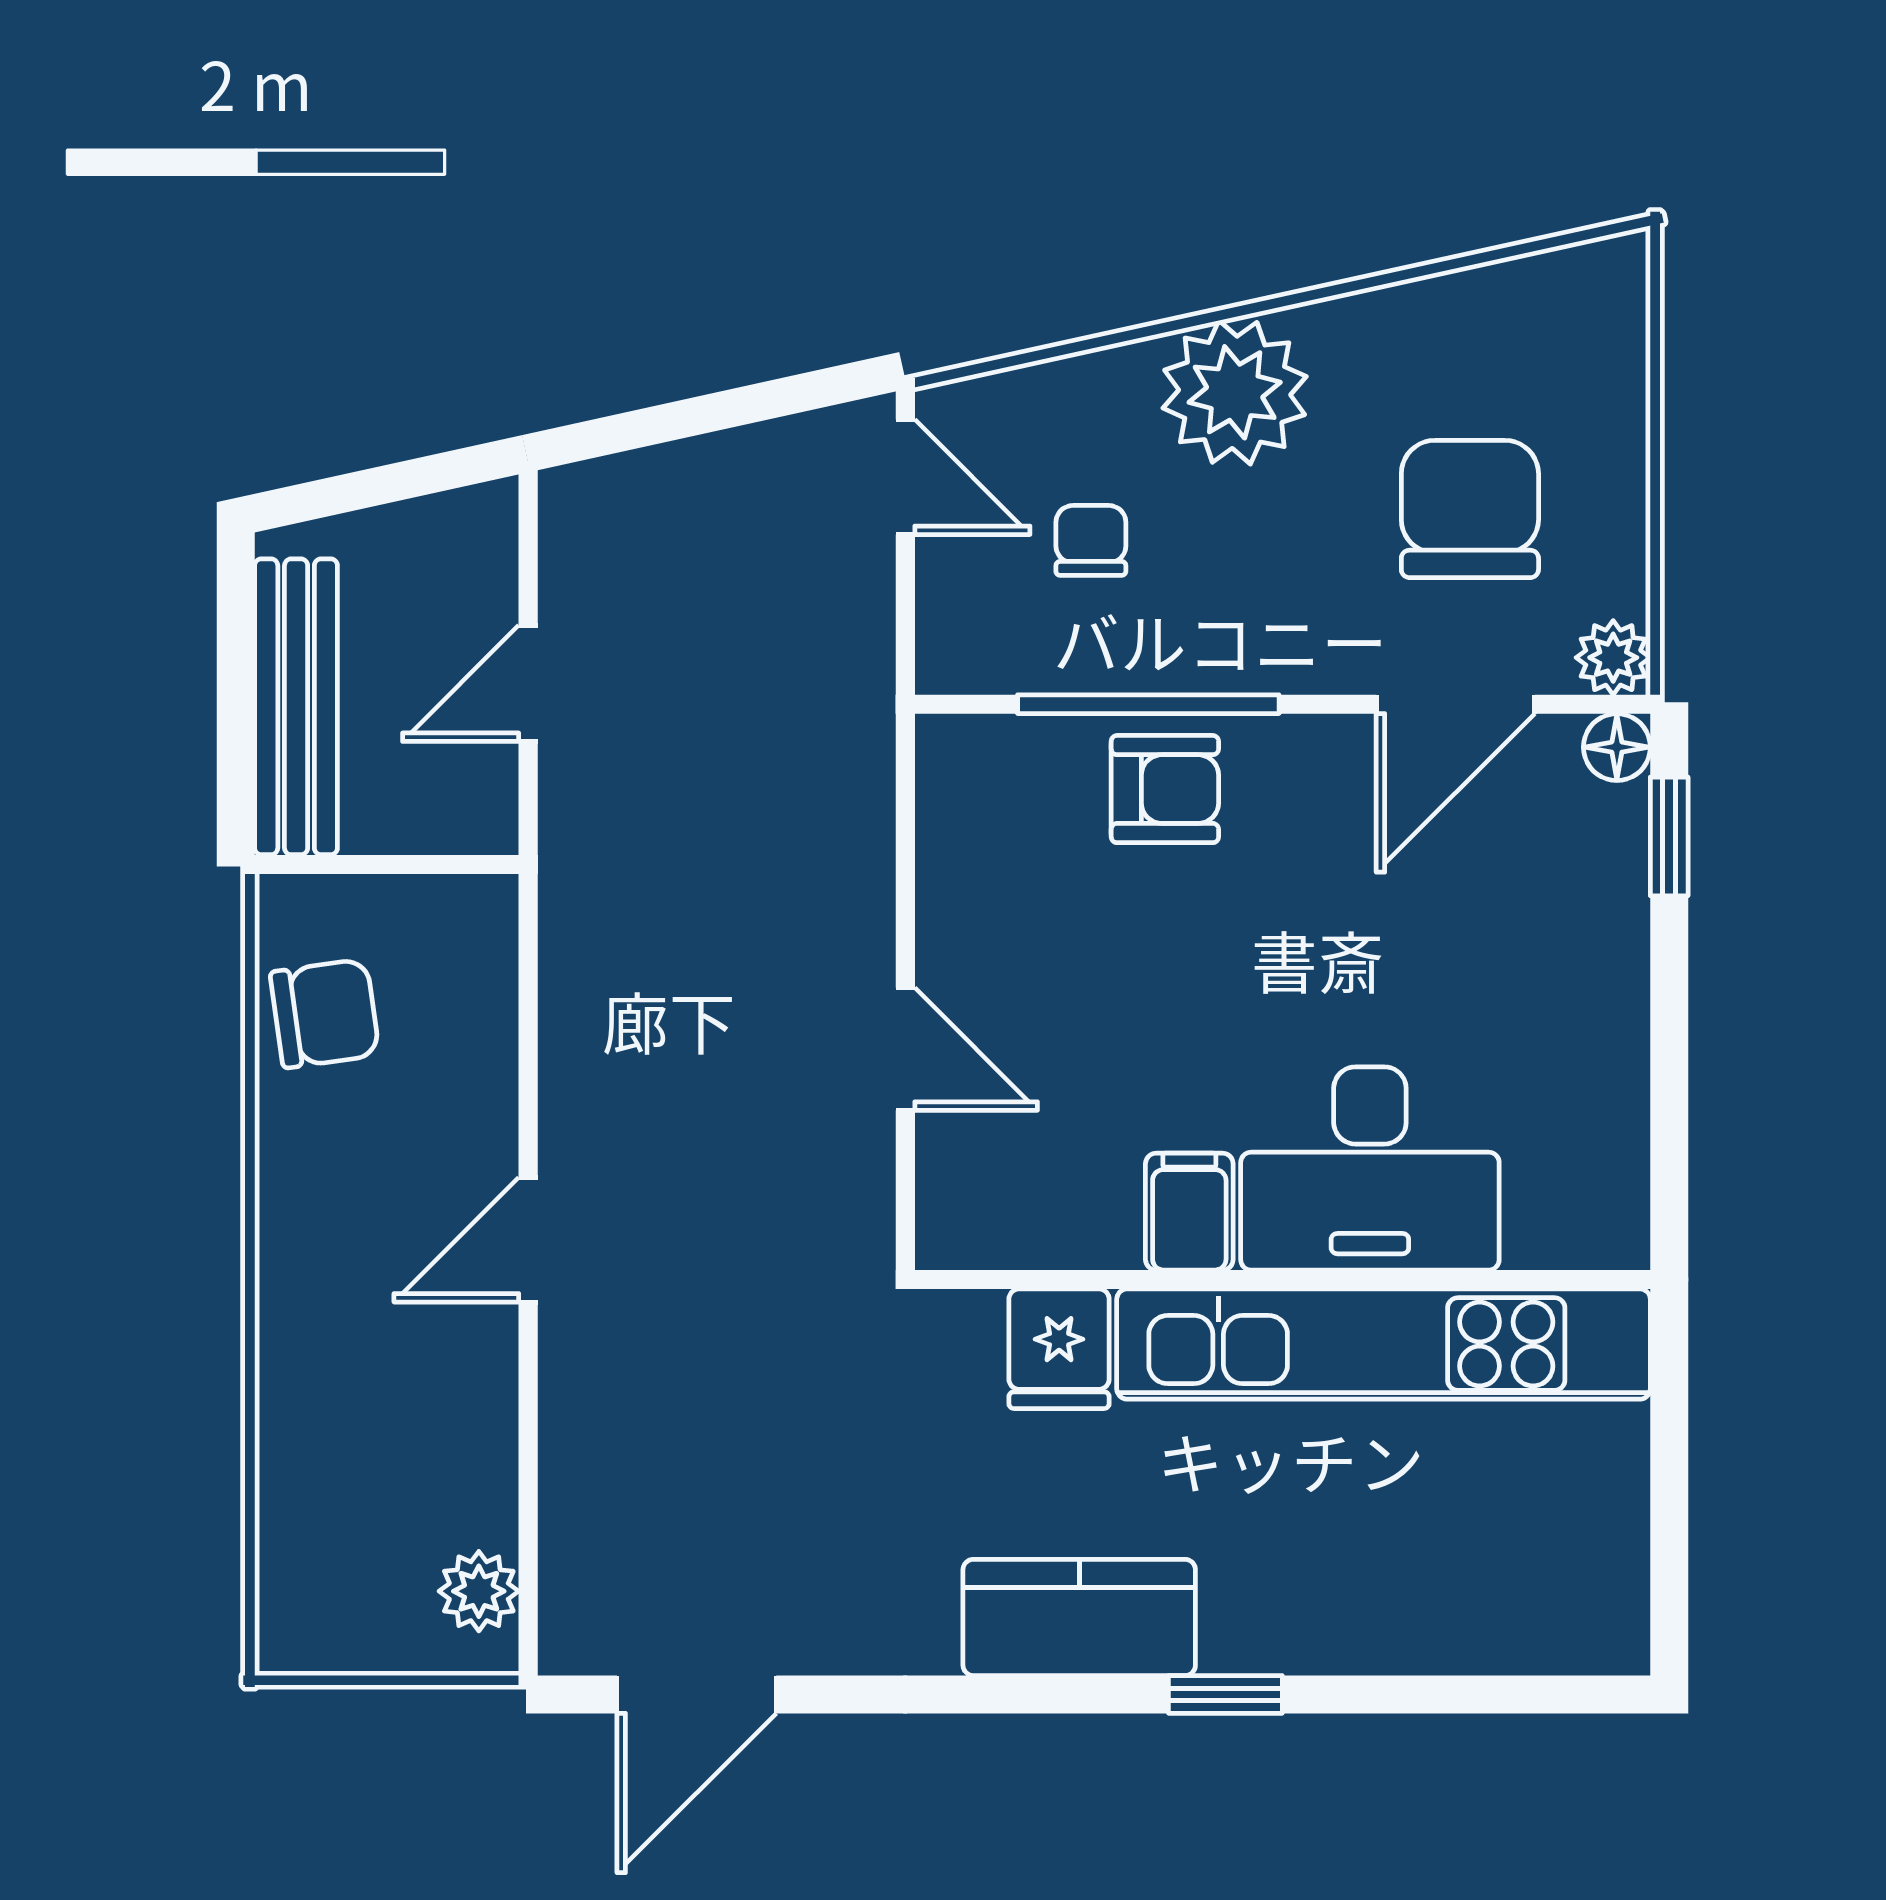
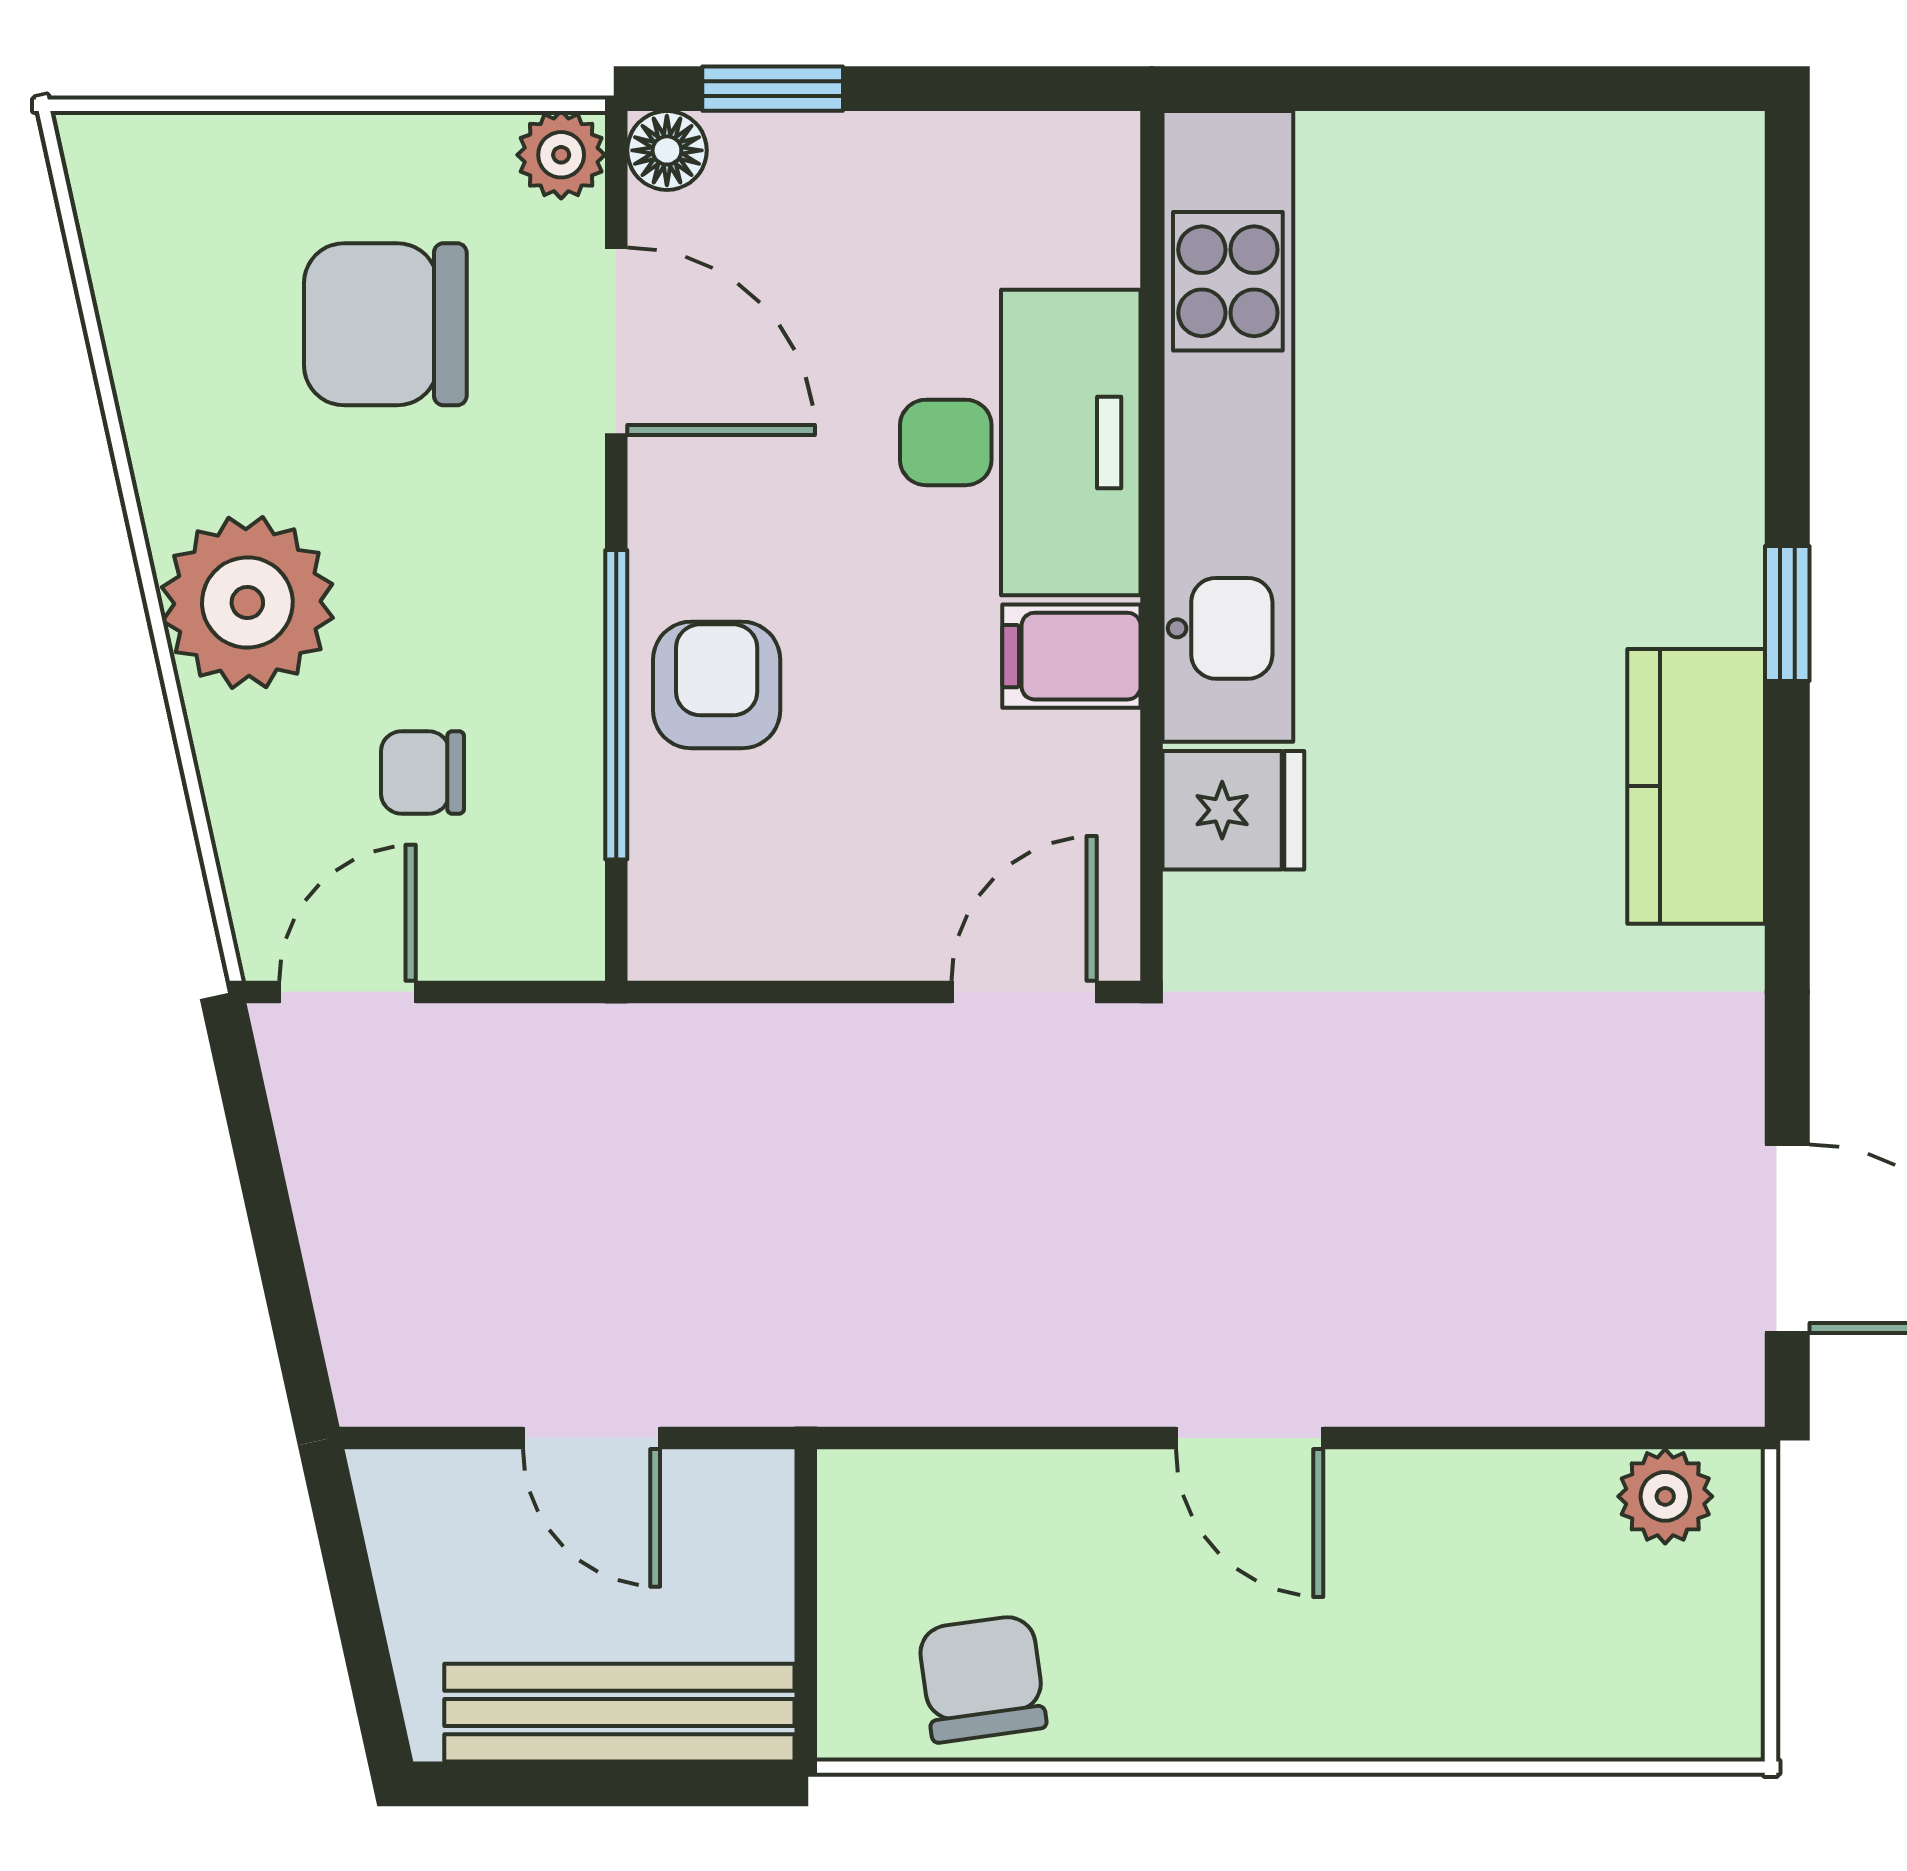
desk: (1370, 1168) -> (1020, 442), moved
filing cabinet: (1189, 1212) -> (1071, 656), moved
wall: (1283, 1279) -> (1152, 546), moved
kitchen unit: (1384, 1344) -> (1228, 426), moved
fridge: (1059, 1349) -> (1233, 810), moved

